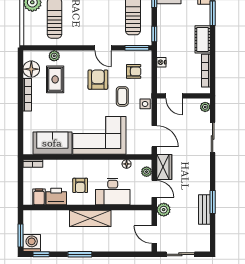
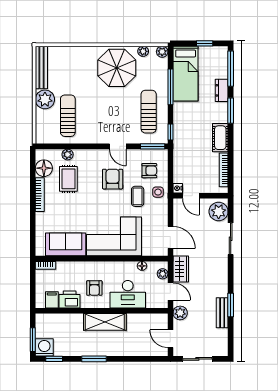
nightstand: (161, 62) -> (178, 188), moved
side table: (145, 104) -> (158, 192), moved
plant: (205, 107) -> (219, 212), width x1.87, depth x1.87

